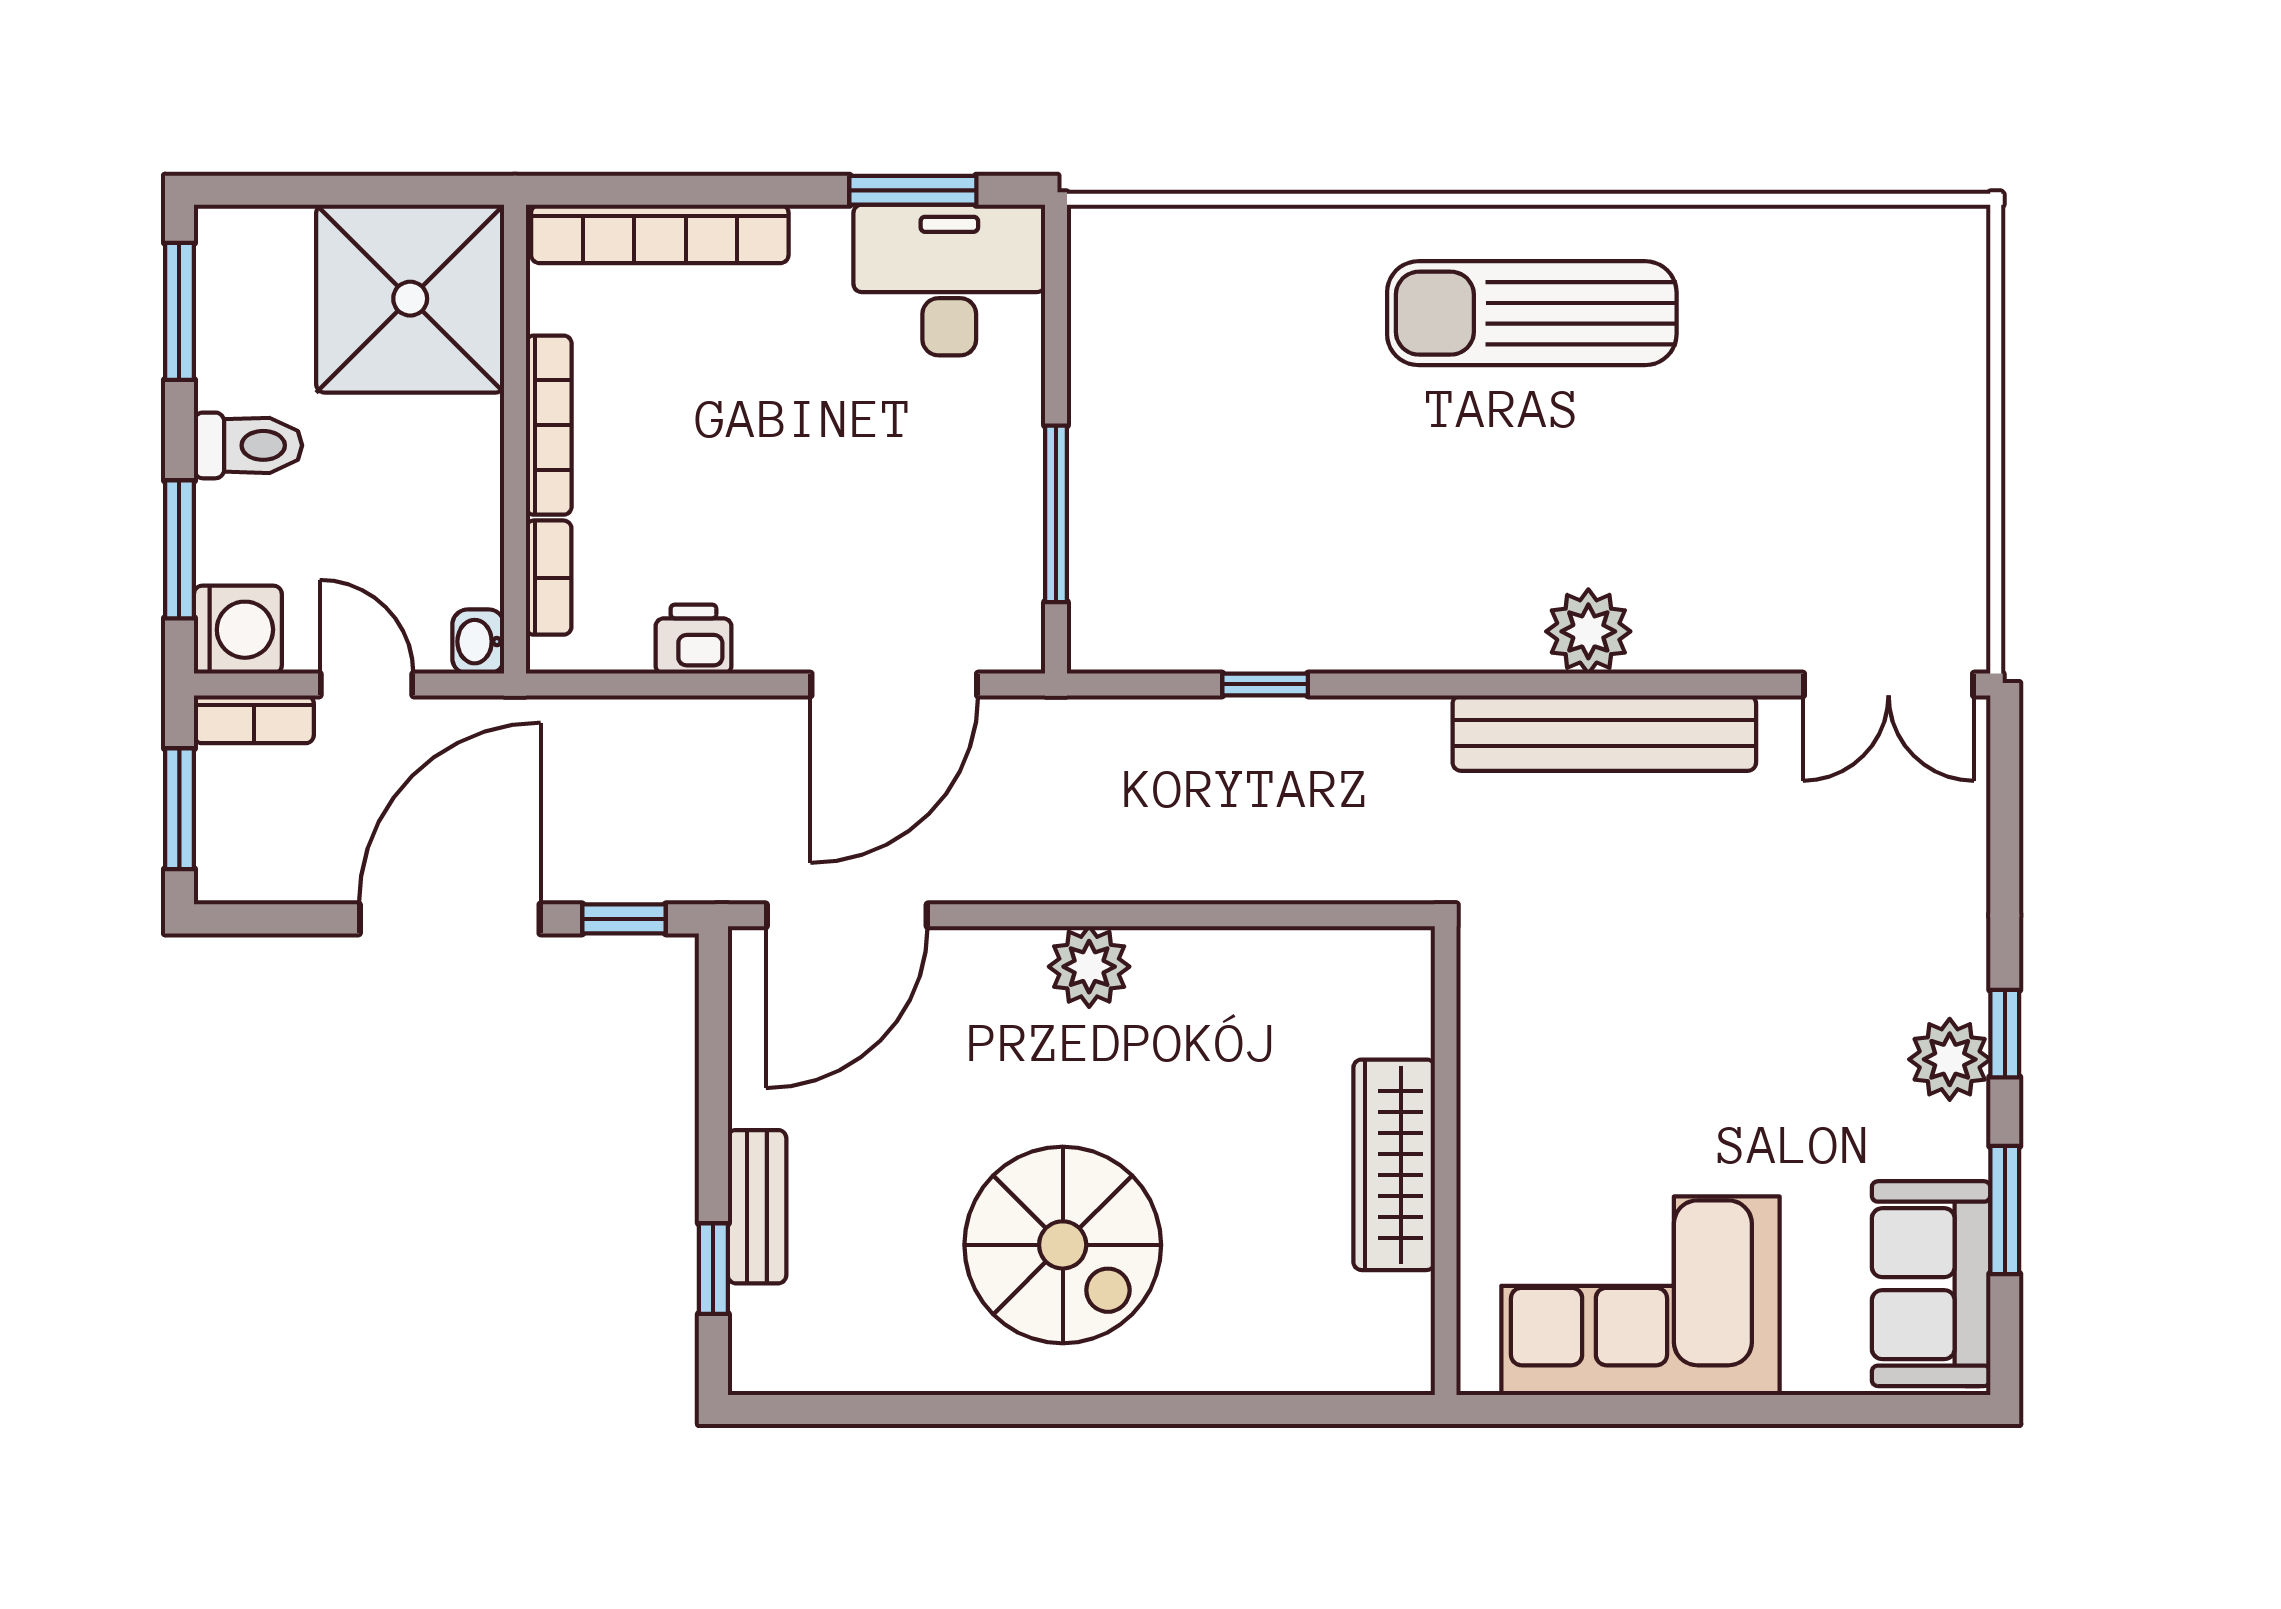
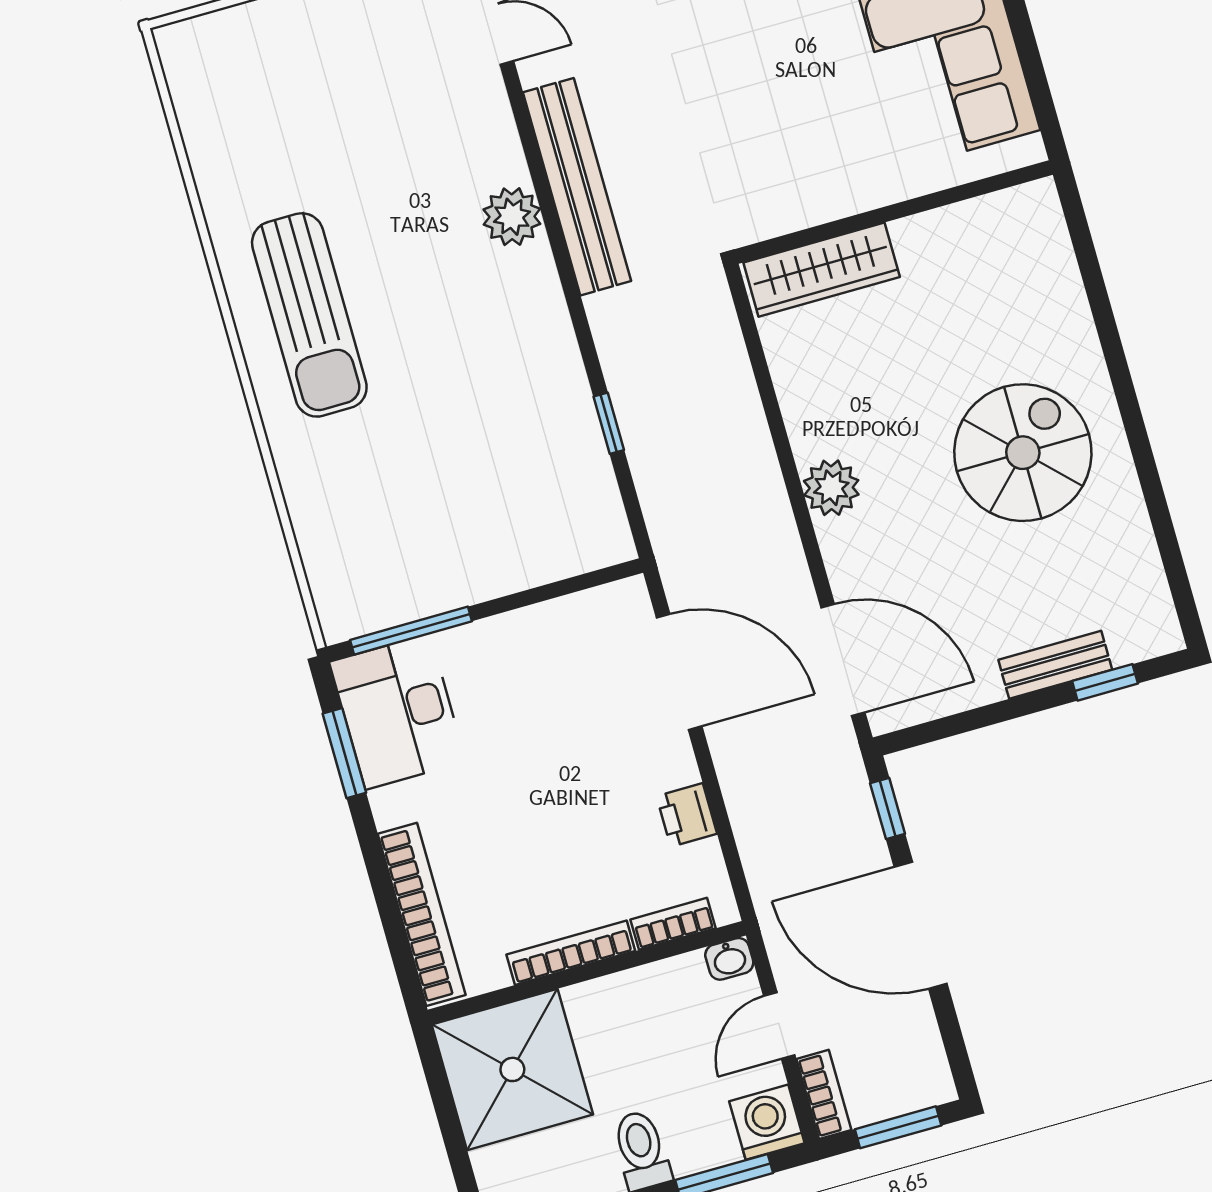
window: (1056, 514) -> (411, 631), moved
wardrobe: (1394, 1165) -> (822, 270), moved

